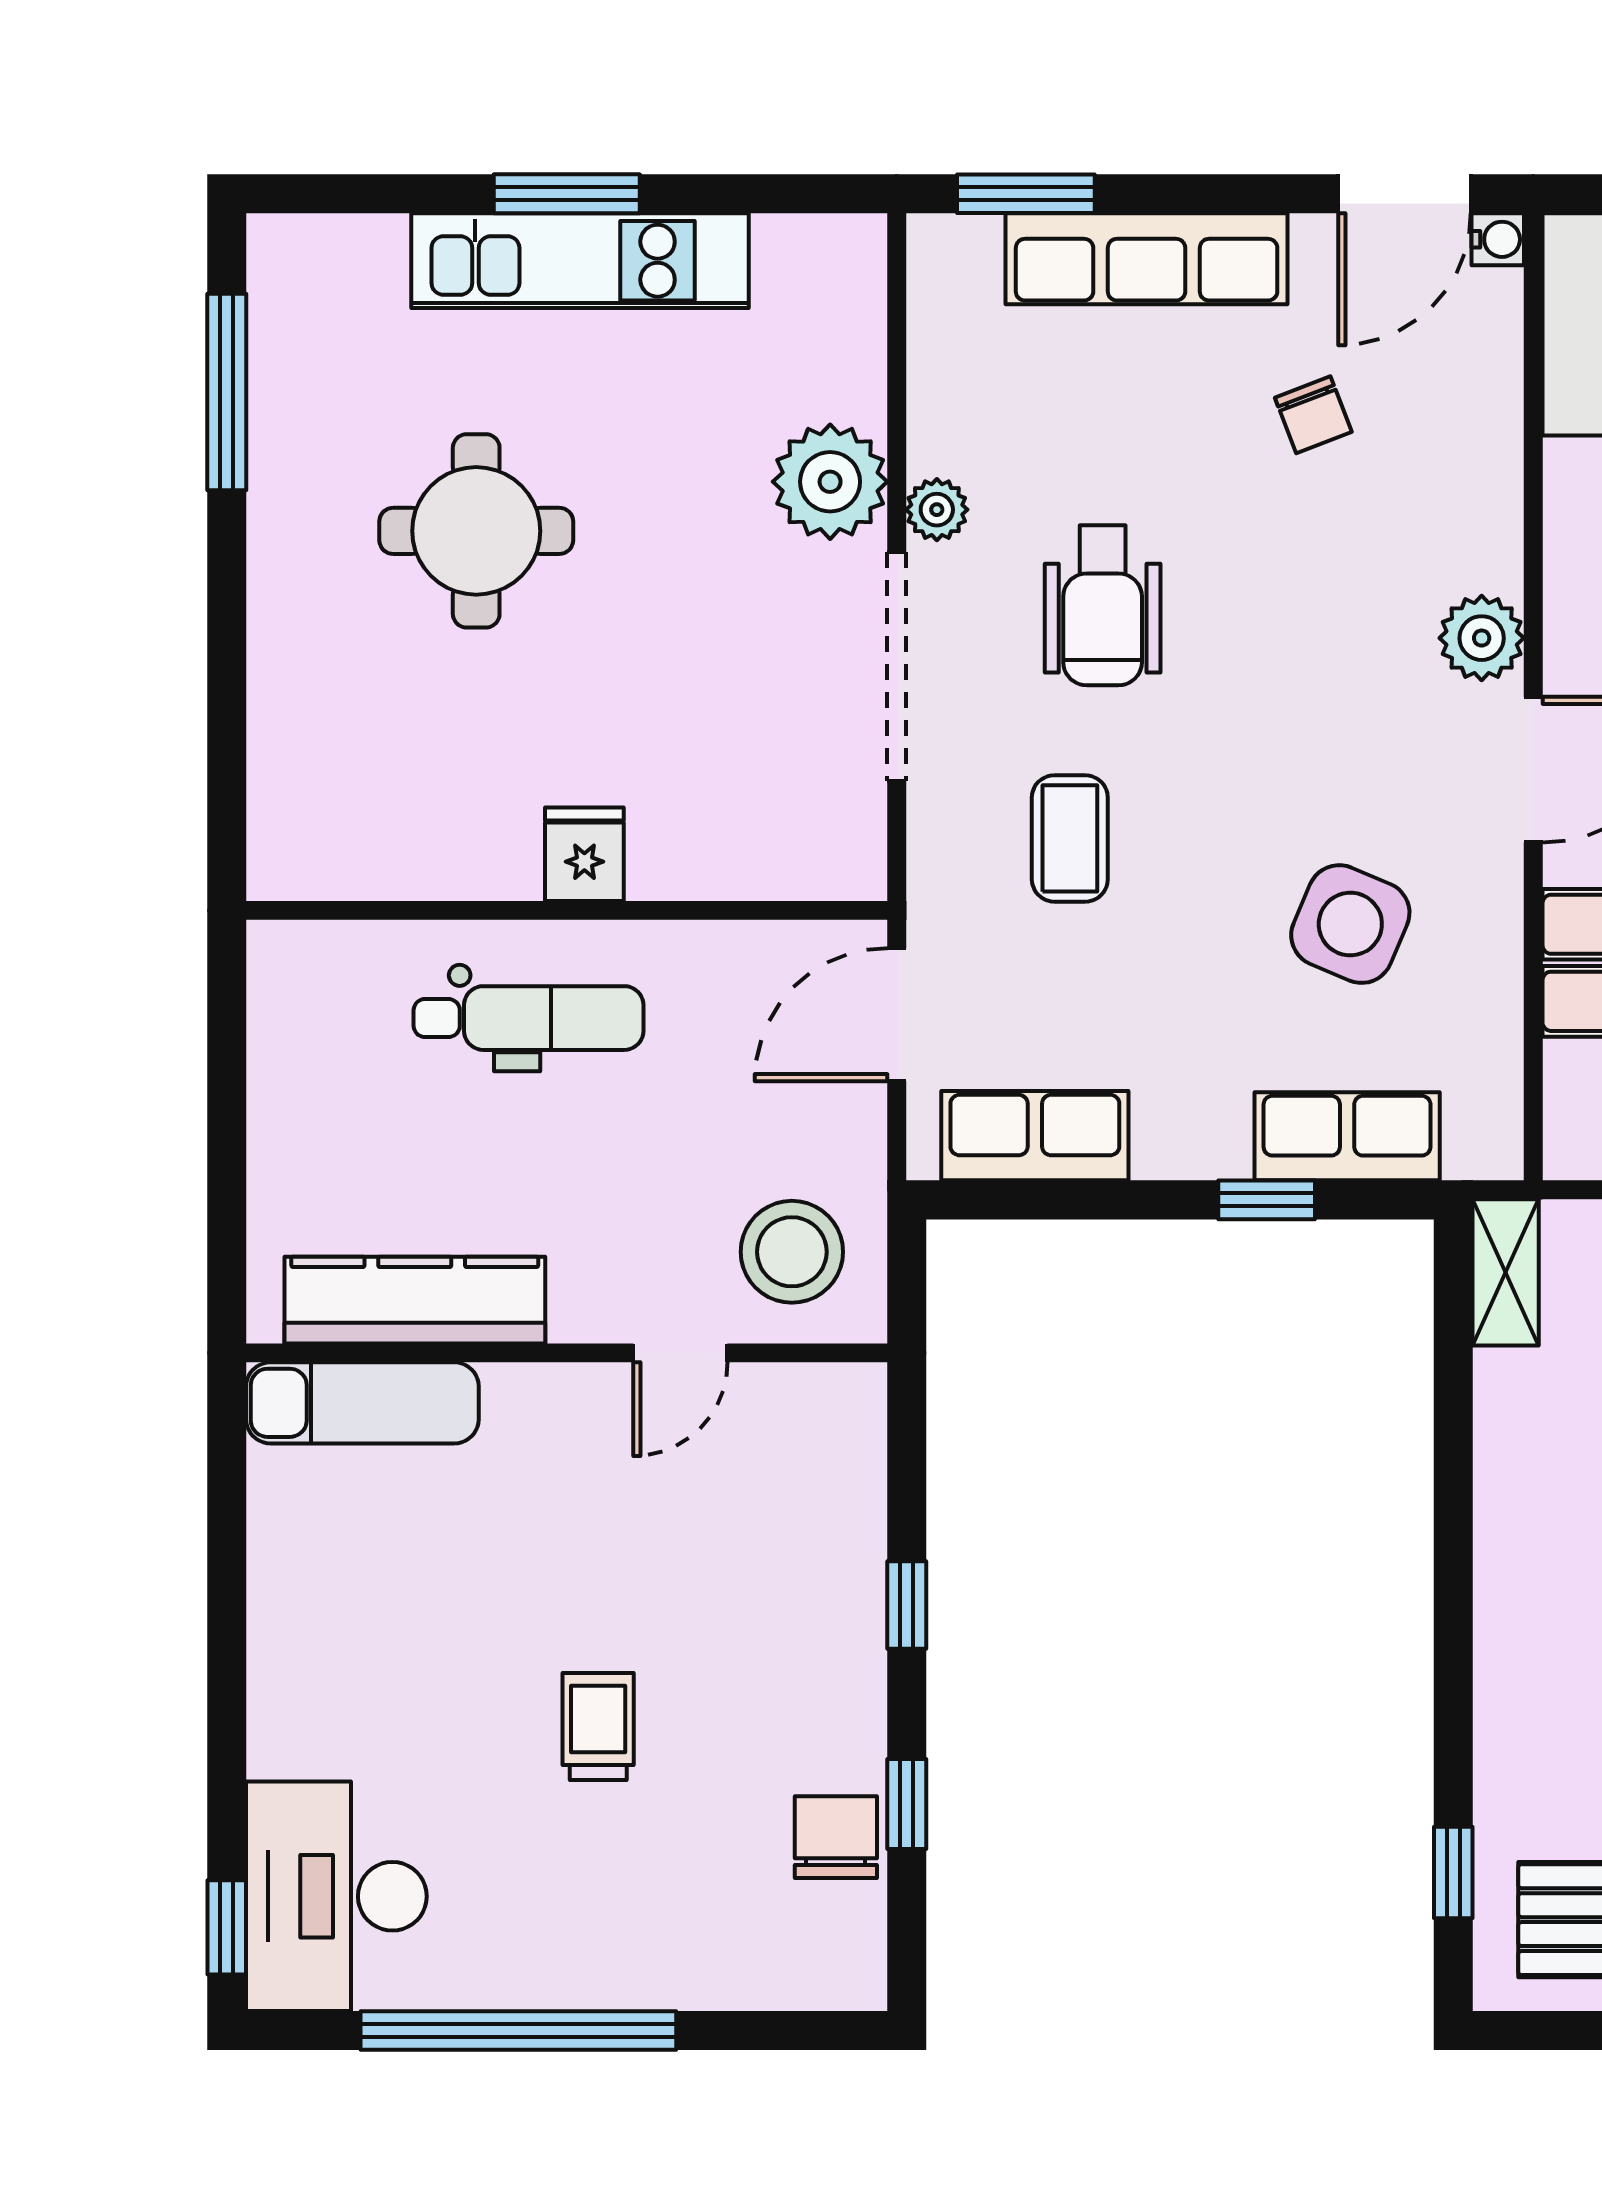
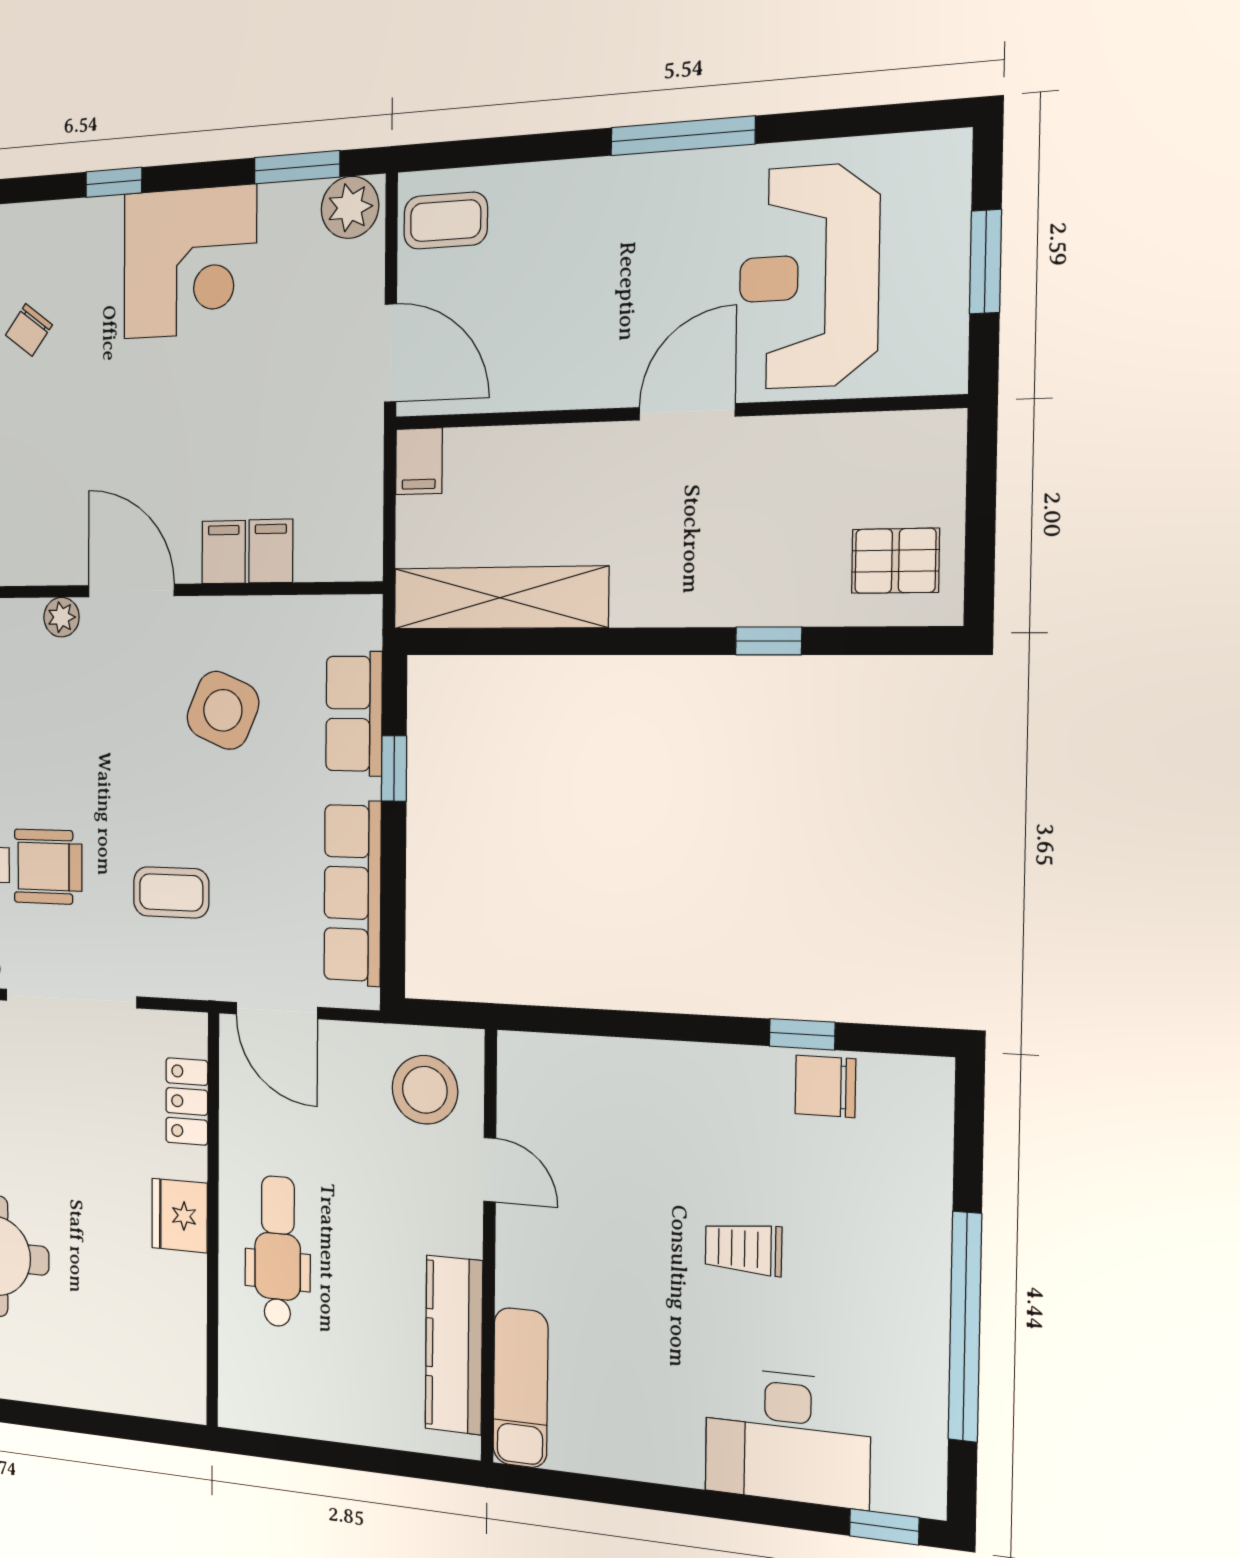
plant: (1482, 638) -> (61, 617), width x0.73, depth x0.73
fridge: (584, 854) -> (180, 1216), width x1.38
locker: (748, 866) -> (187, 1101), added
row of seats: (1035, 1136) -> (353, 893), width x1.48
shelving: (1506, 1272) -> (500, 598), width x2.20, depth x1.33
window: (907, 1605) -> (661, 1026), removed
window: (1453, 1873) -> (769, 641), moved
desk: (336, 1896) -> (787, 1437), moved

